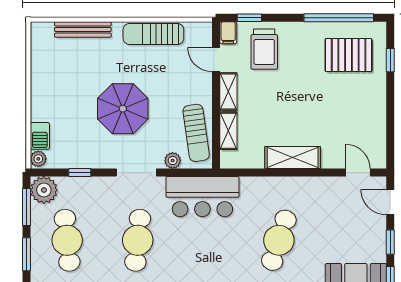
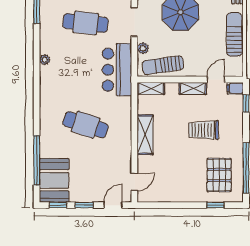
trolley: (264, 49) -> (203, 130), moved
shelving: (228, 131) -> (151, 88), moved

